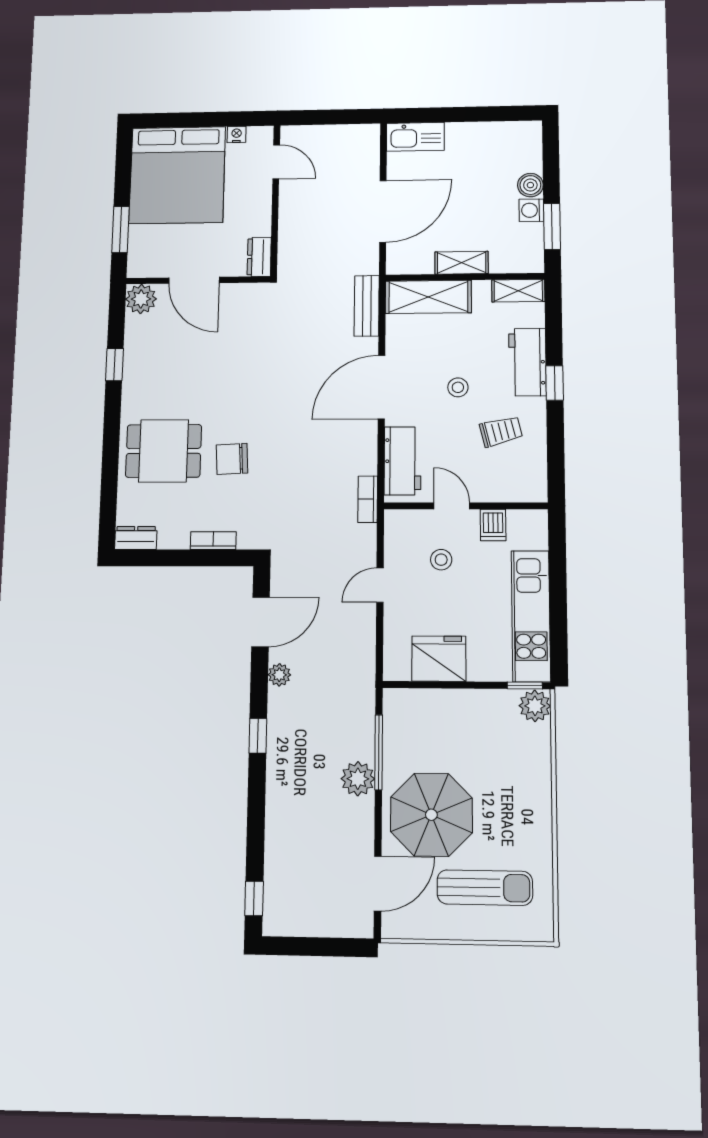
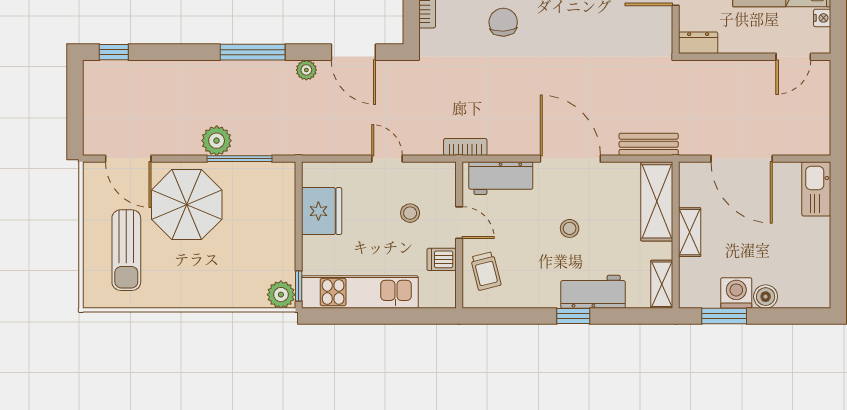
washing machine: (531, 210) -> (736, 293), width x1.38, depth x1.38
trolley: (501, 431) -> (486, 271), moved
door: (452, 506) -> (459, 223), hinge flipped
window: (258, 736) -> (253, 52), width x2.17

